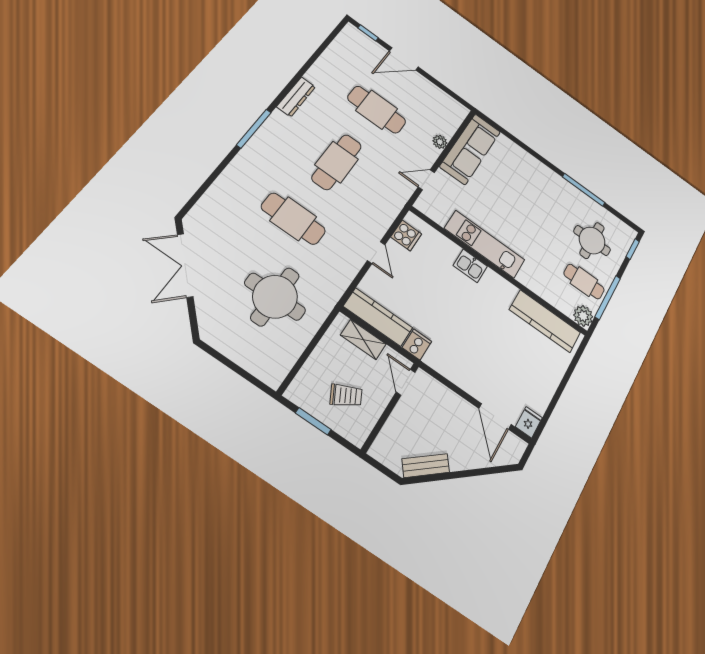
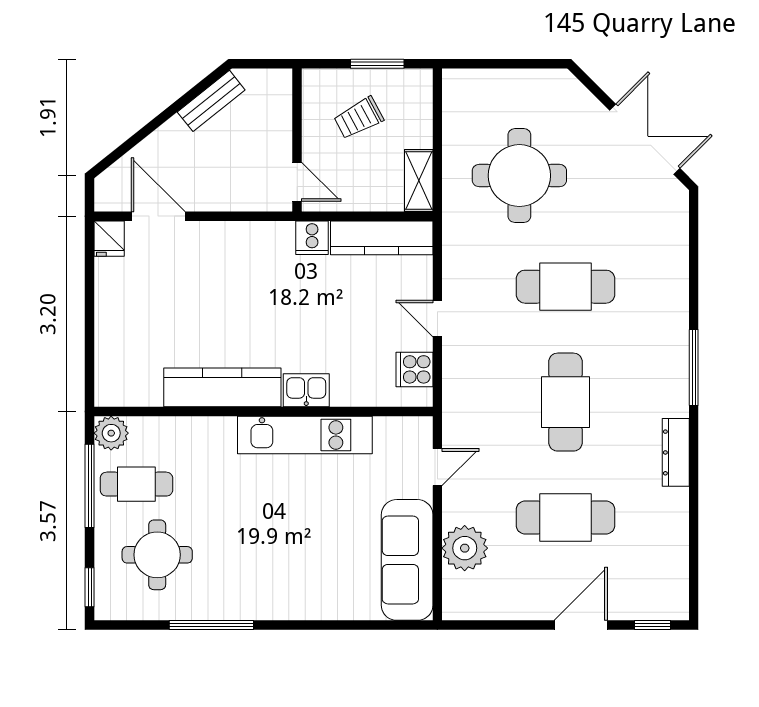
plant: (440, 142) -> (465, 548), width x1.88, depth x1.88
kitchen counter: (545, 321) -> (222, 387), moved
shelving: (363, 340) -> (419, 181), moved, turned 90

